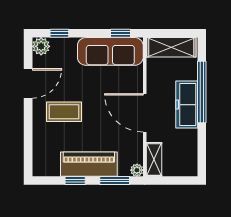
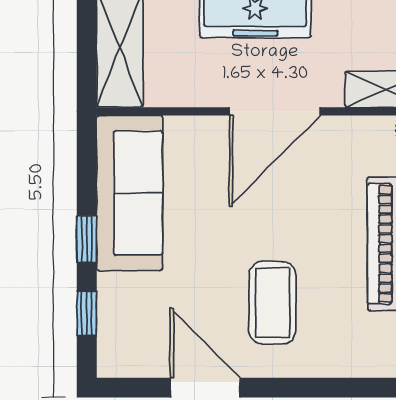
window: (120, 33) -> (87, 239), moved
plant: (41, 46) -> (117, 357), removed

